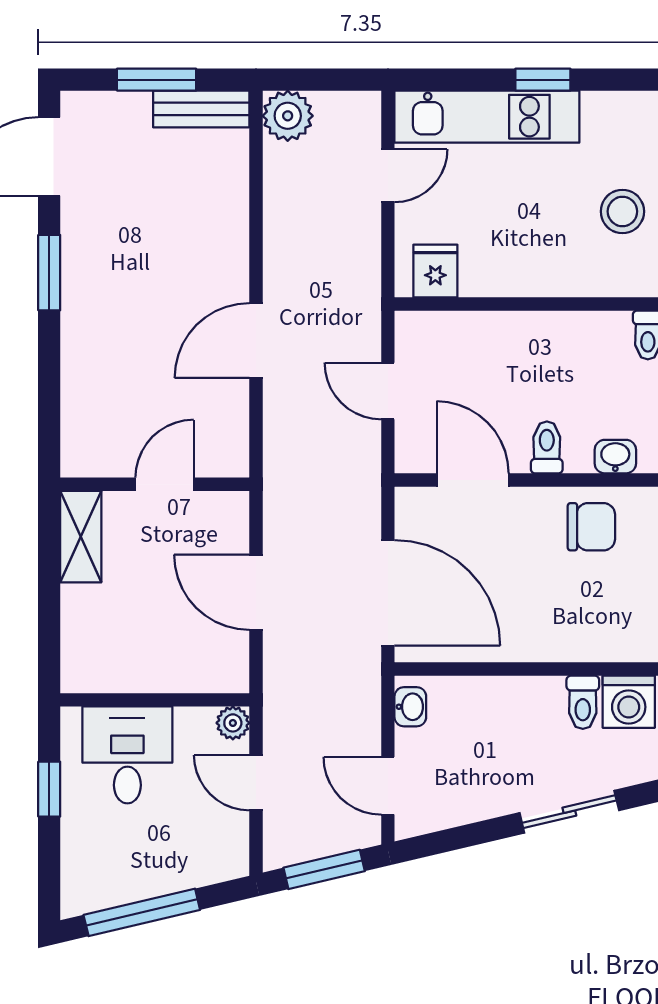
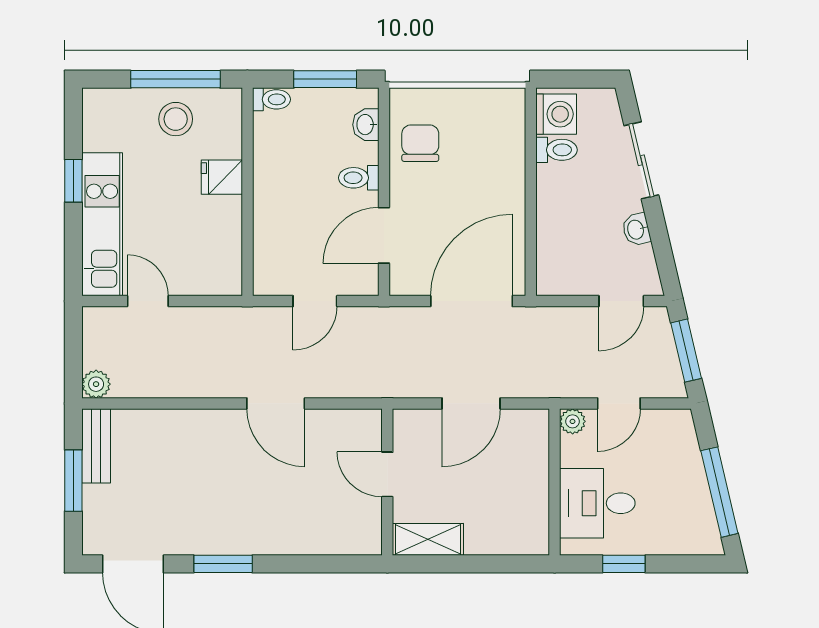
plant: (288, 116) -> (96, 384), width x0.73, depth x0.73
fridge: (435, 271) -> (222, 177), moved
washbasin: (410, 707) -> (636, 229), moved, turned -103

